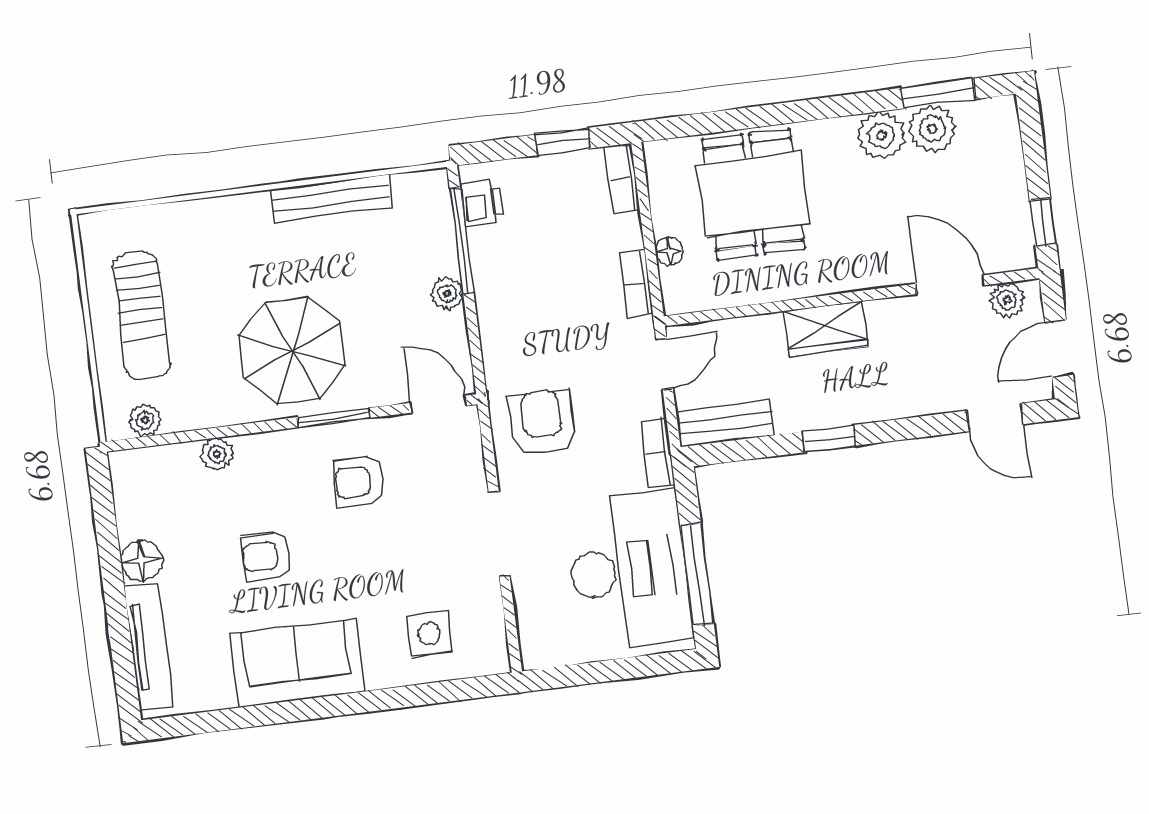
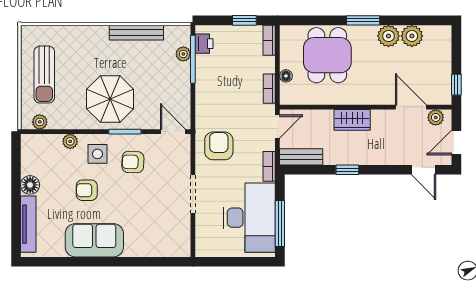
window: (938, 93) -> (363, 20), moved
plant: (447, 293) -> (183, 54), moved
side table: (430, 634) -> (97, 154), moved

